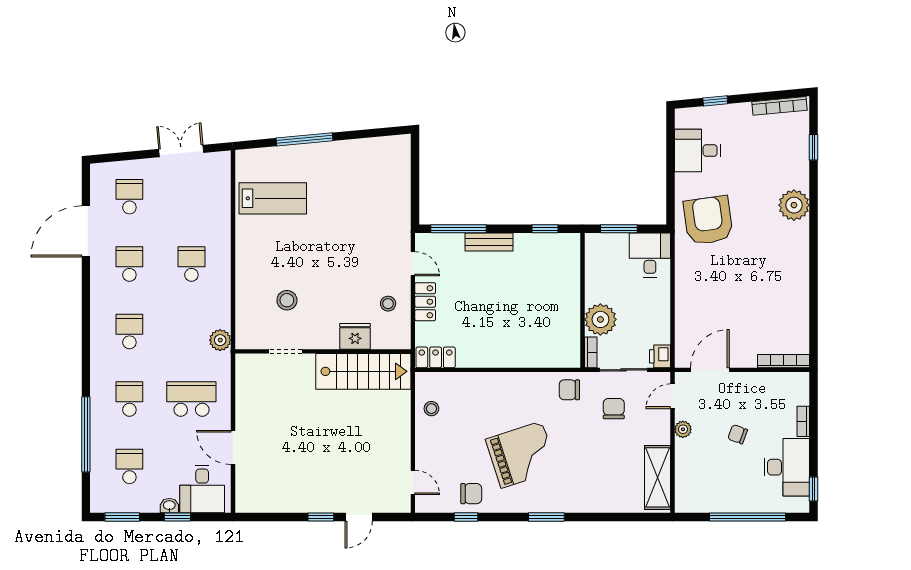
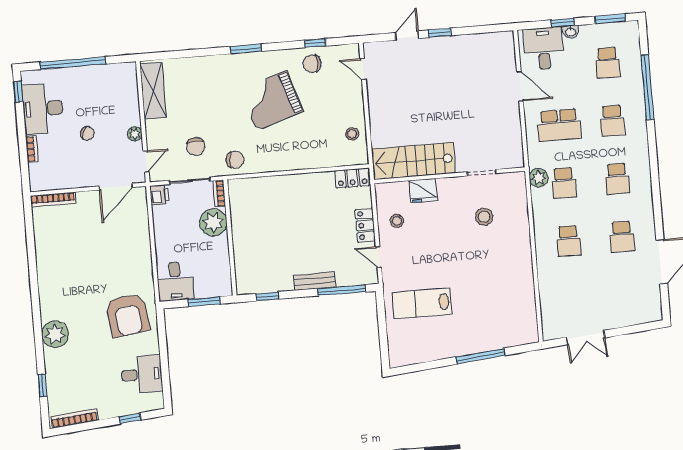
school desk: (129, 197) -> (564, 183), moved
lab bench: (273, 198) -> (422, 303), moved

